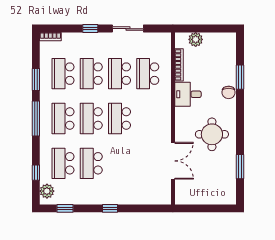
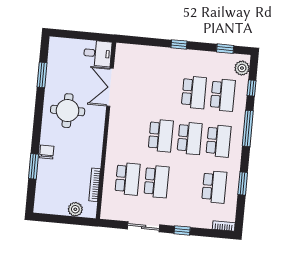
school desk: (91, 74) -> (185, 184), removed
desk: (188, 94) -> (98, 53), moved
window: (36, 118) -> (248, 128), moved

